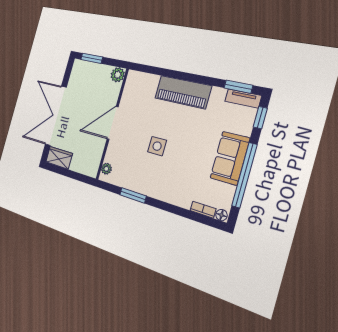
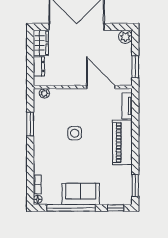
window: (92, 58) -> (135, 67), moved
plant: (118, 75) -> (125, 37), moved
tv unit: (243, 98) -> (127, 106), moved
door: (113, 123) -> (101, 87), moved
dresser: (79, 167) -> (39, 66), added

